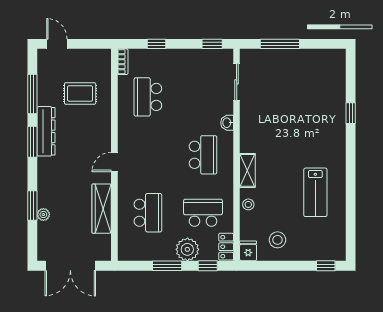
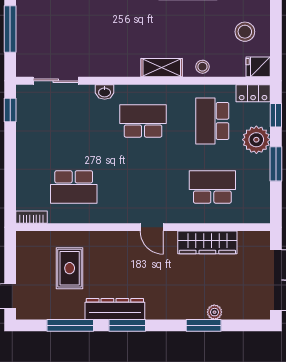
window: (157, 44) -> (10, 177), removed

